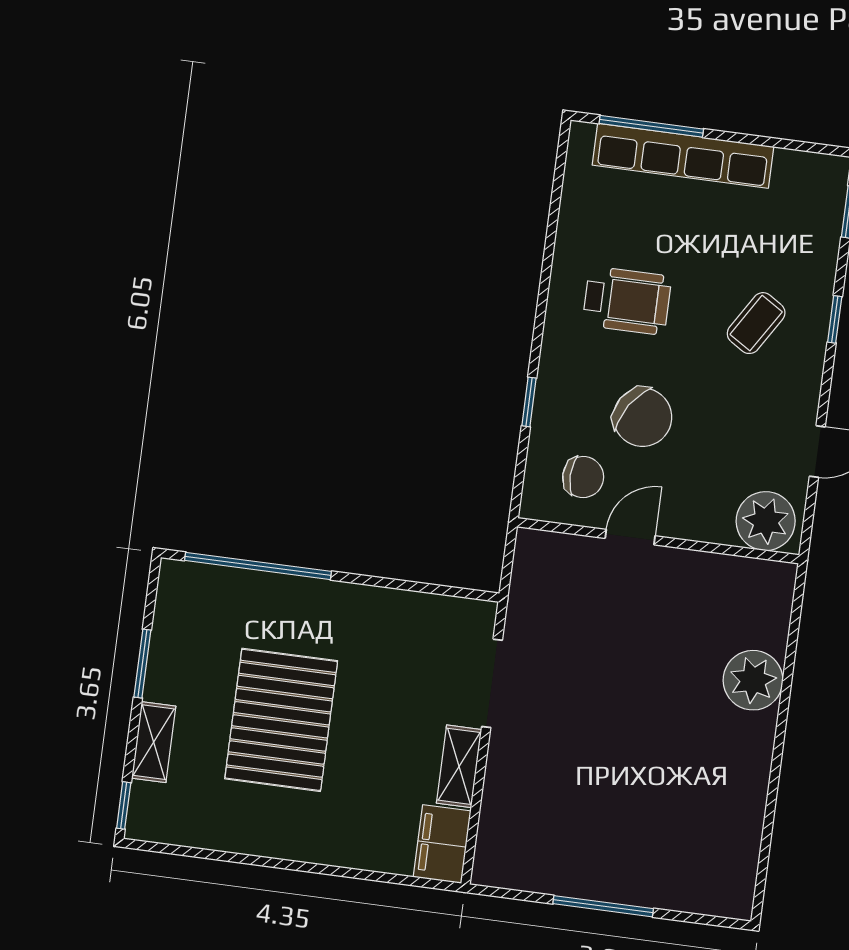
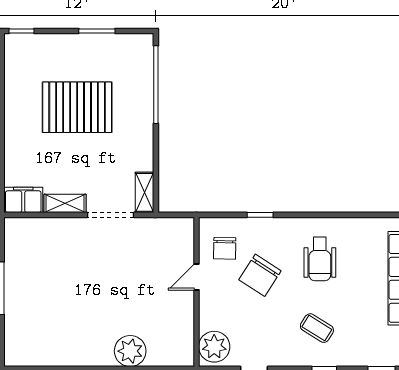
door: (630, 537) -> (197, 277), swing flipped
shelving: (154, 742) -> (145, 192), moved, turned 90

